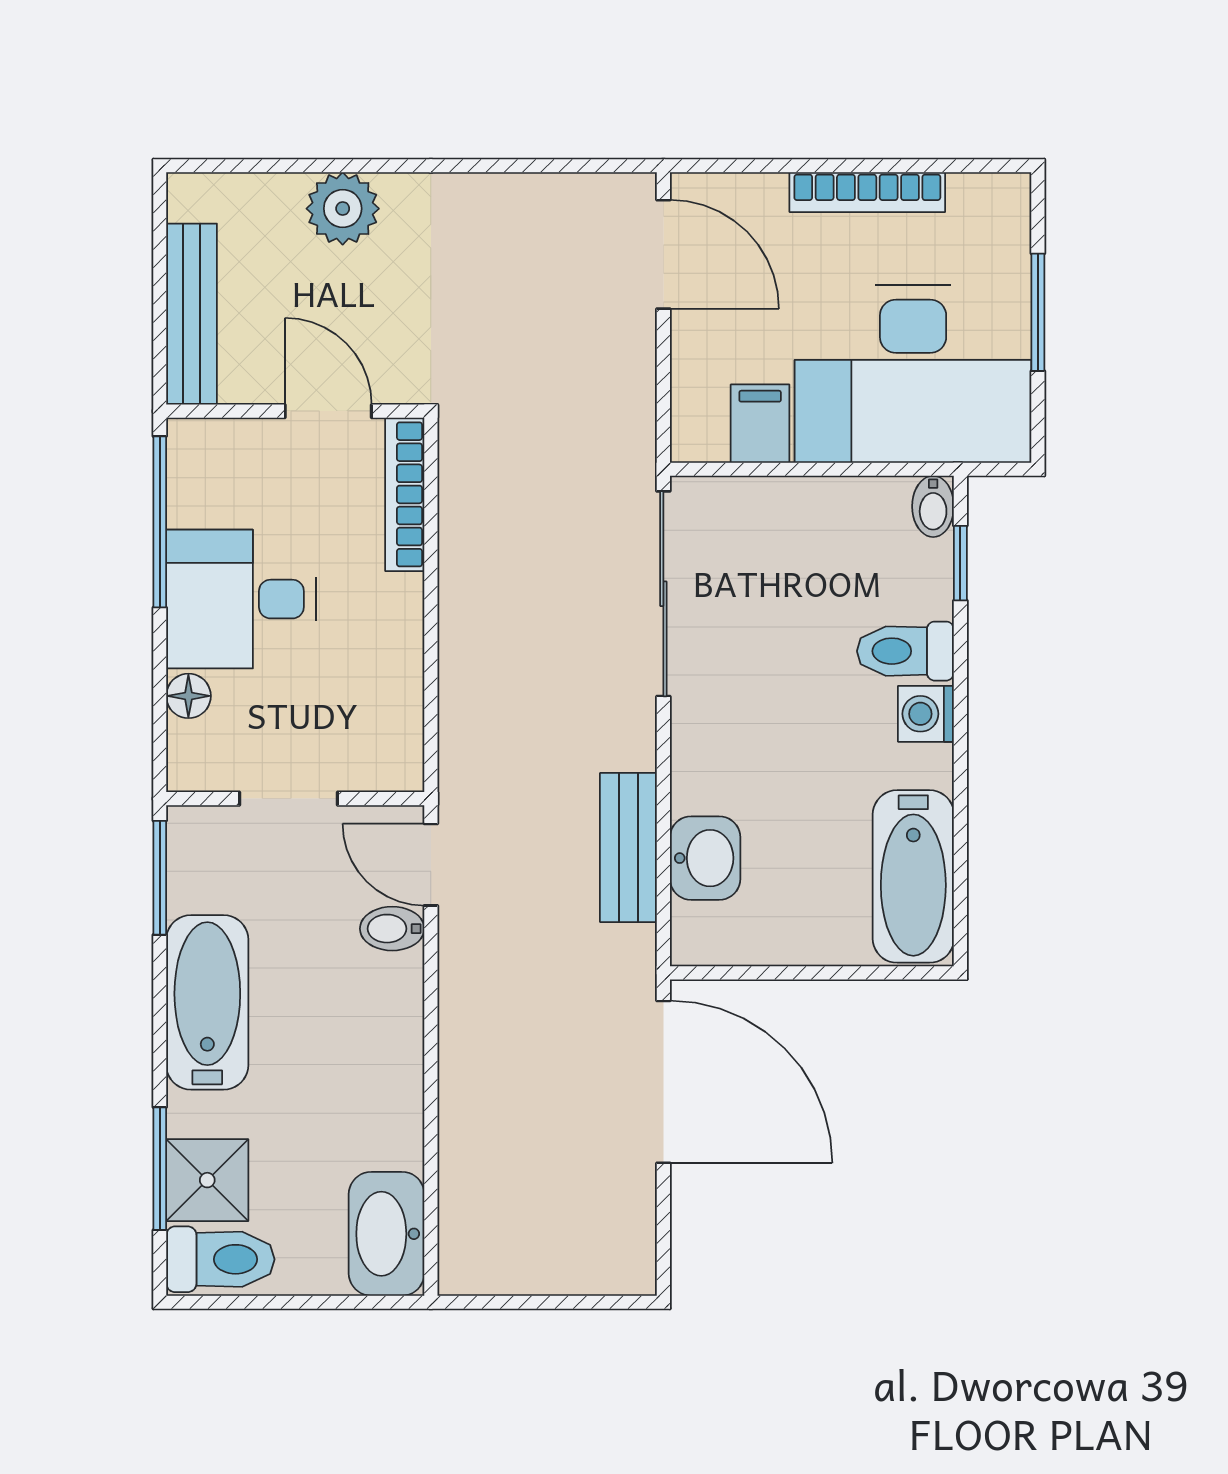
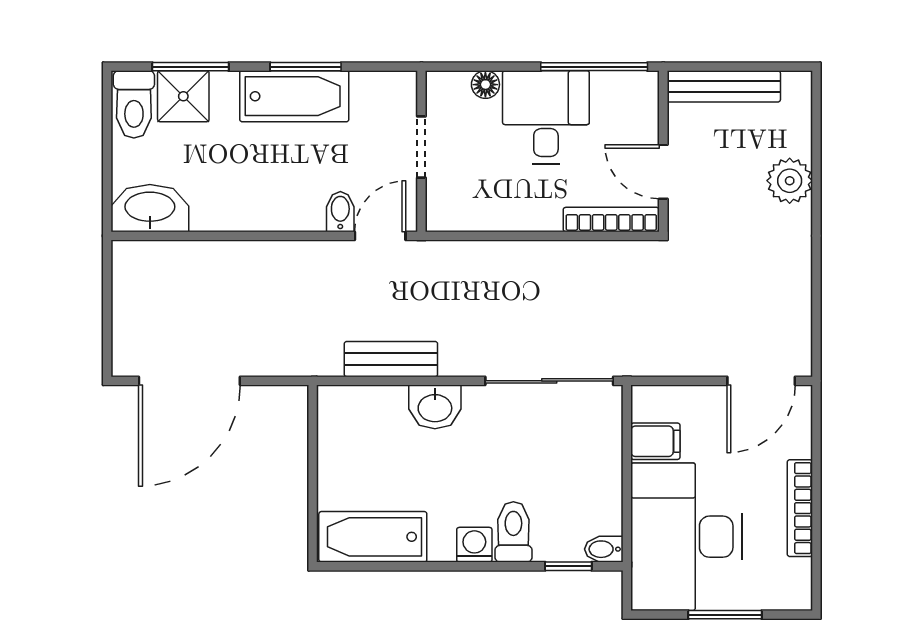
door: (328, 411) -> (663, 172), swing flipped
washbasin: (705, 858) -> (435, 407), moved
window: (160, 878) -> (306, 67), moved
door: (663, 1082) -> (189, 381), moved

